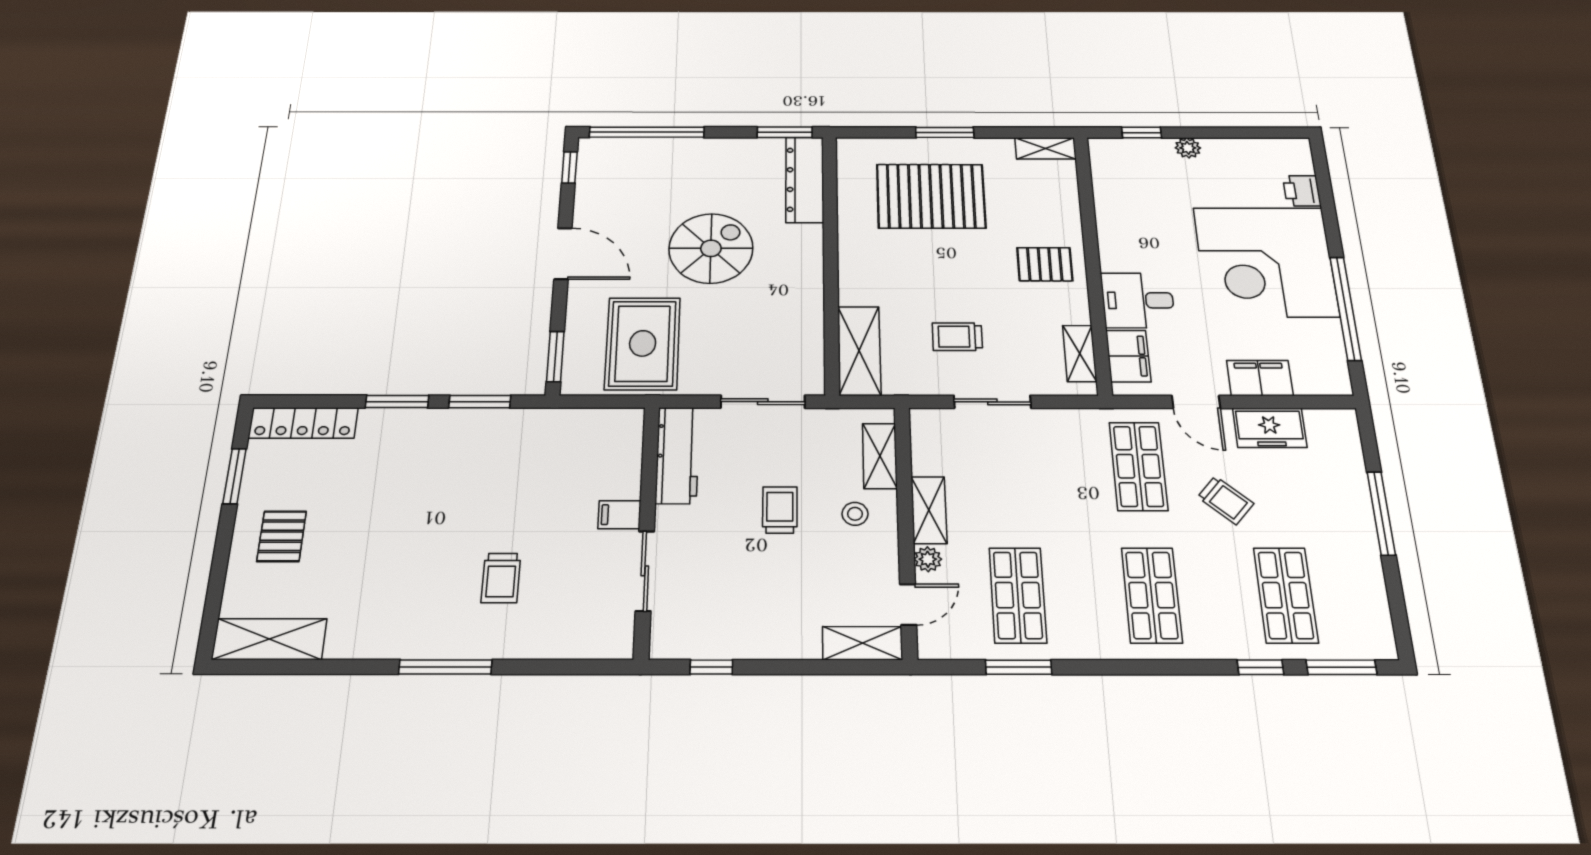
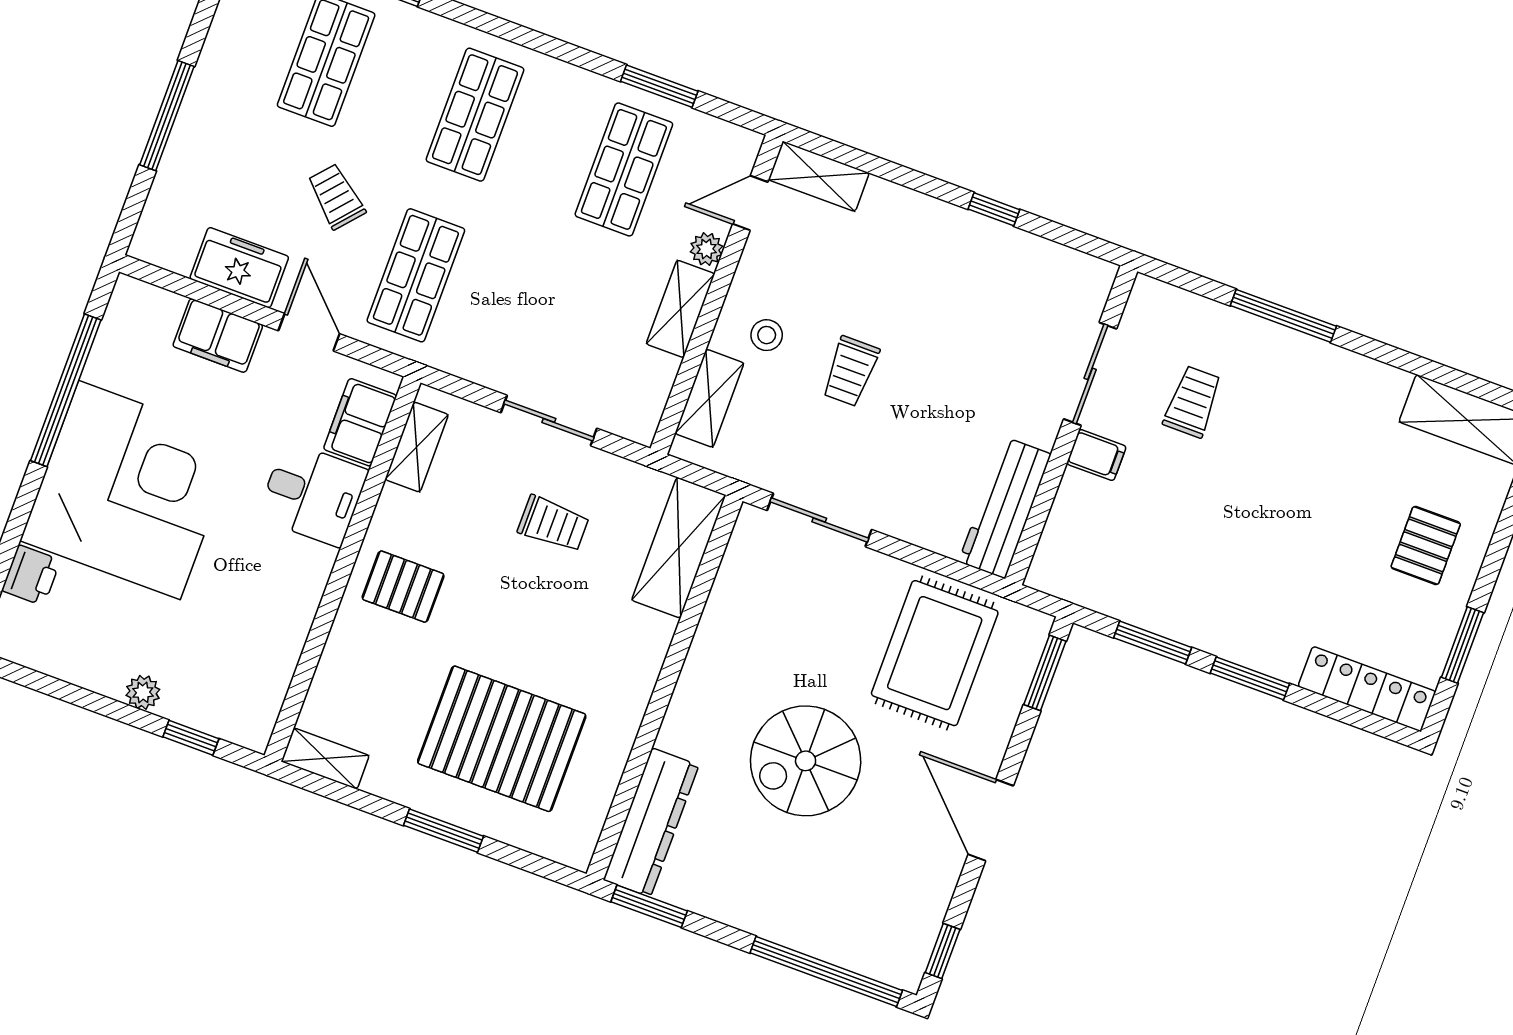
workbench: (677, 455) -> (1005, 508), moved
filing cabinet: (619, 515) -> (1096, 455), moved
wall: (647, 529) -> (1071, 425), moved
sliding door: (645, 571) -> (1090, 374), moved

